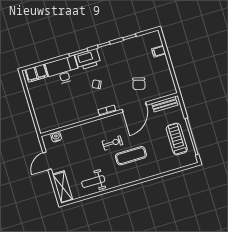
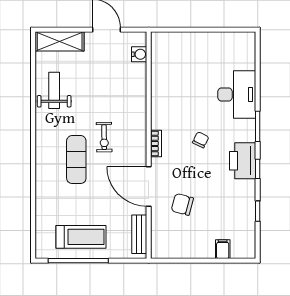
printer: (88, 59) -> (243, 161), moved
filing cabinet: (36, 73) -> (245, 53), removed

